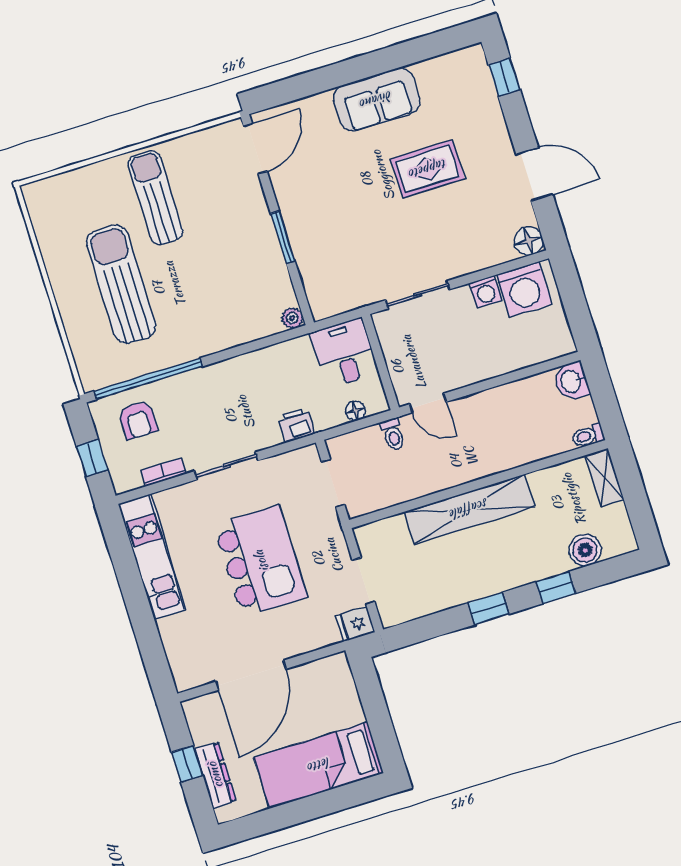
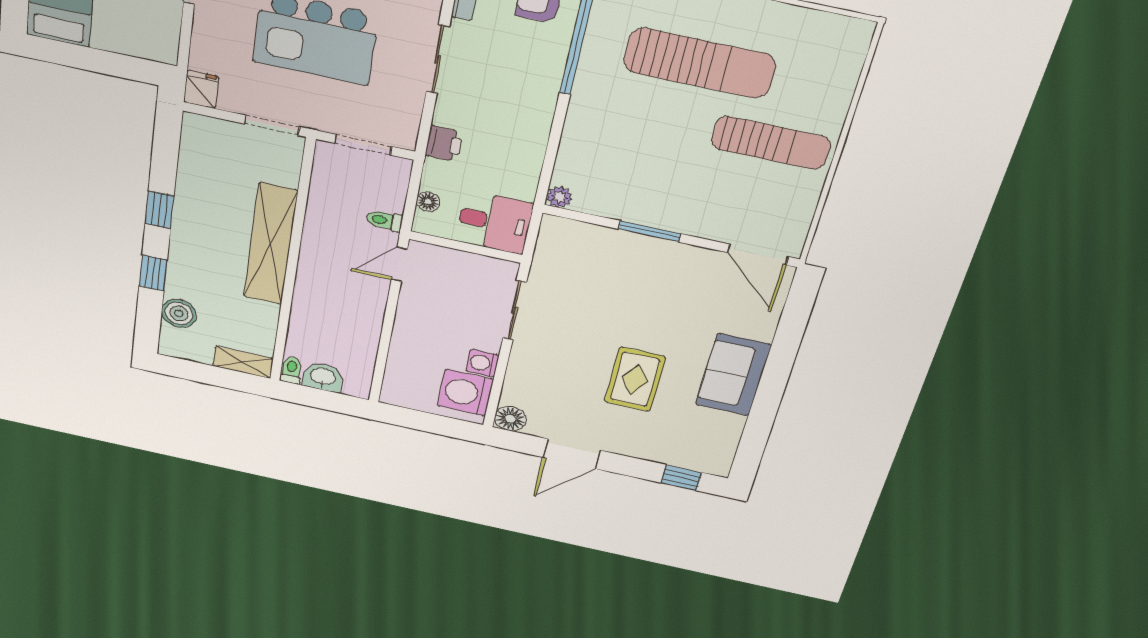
washbasin: (571, 381) -> (323, 377), moved
doorway: (363, 581) -> (272, 125), moved

